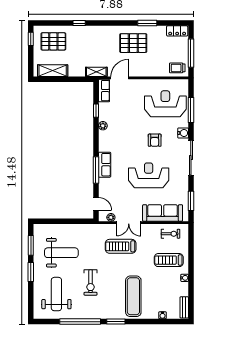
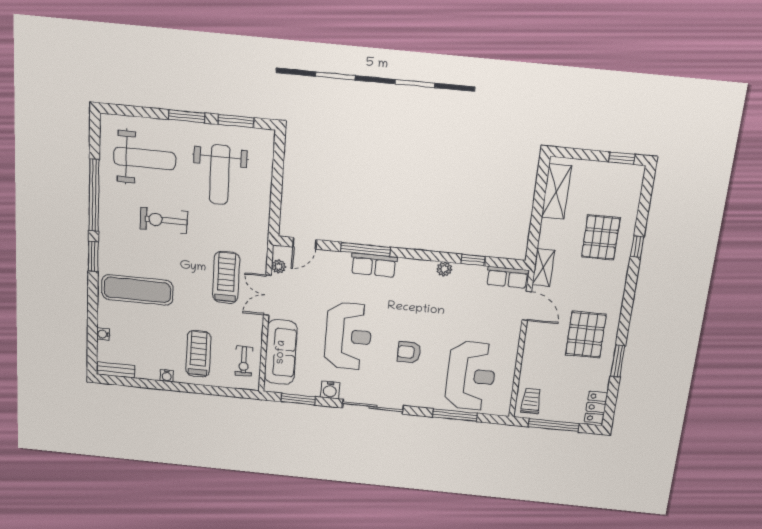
pallet: (53, 41) -> (601, 238), moved
water cooler: (183, 133) -> (330, 390), moved

